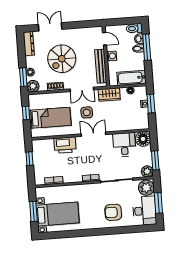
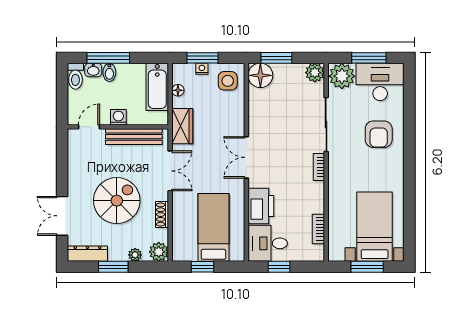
spiral stairs: (62, 59) -> (117, 201), turned -90
window: (23, 77) -> (113, 267), moved
side table: (87, 112) -> (228, 81), moved
desk: (124, 145) -> (268, 243), moved
window: (155, 160) -> (276, 58), moved

